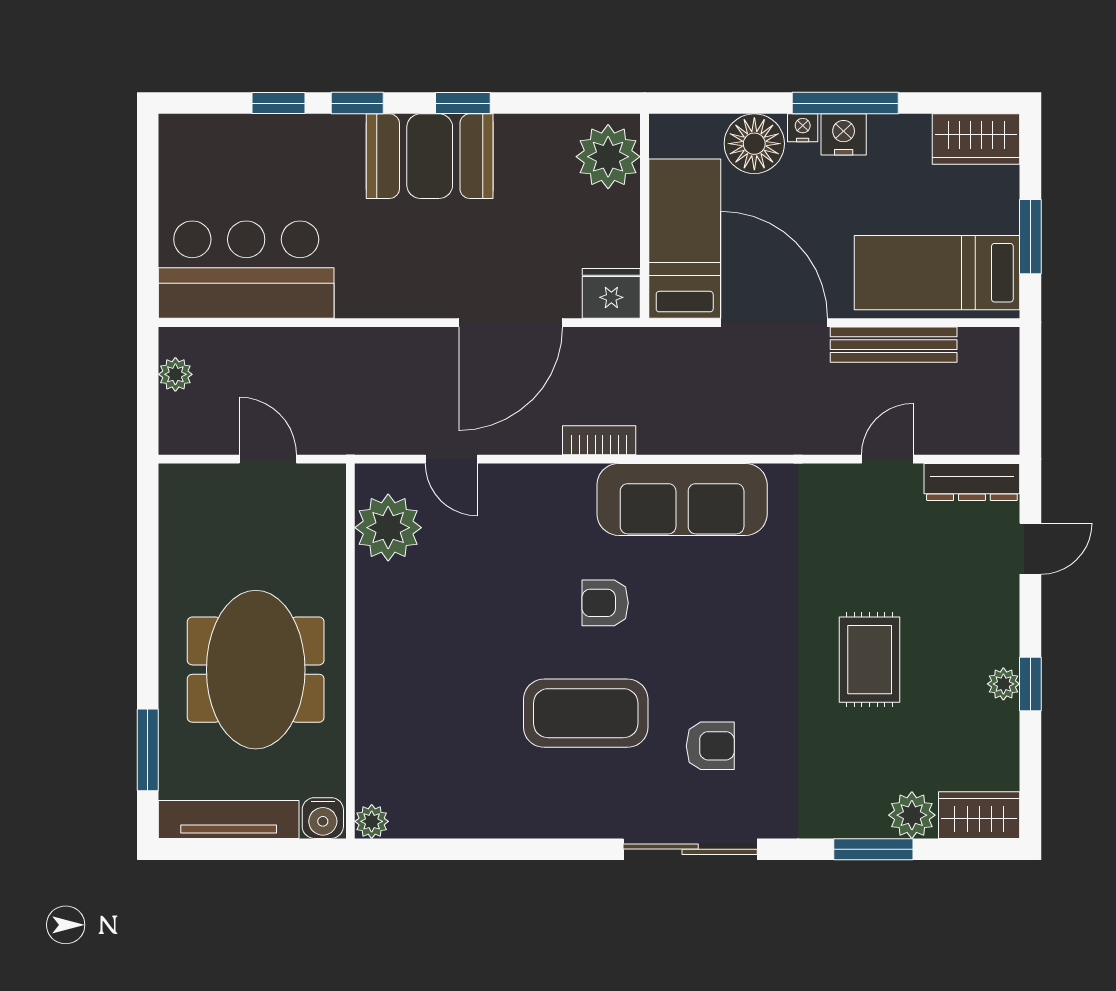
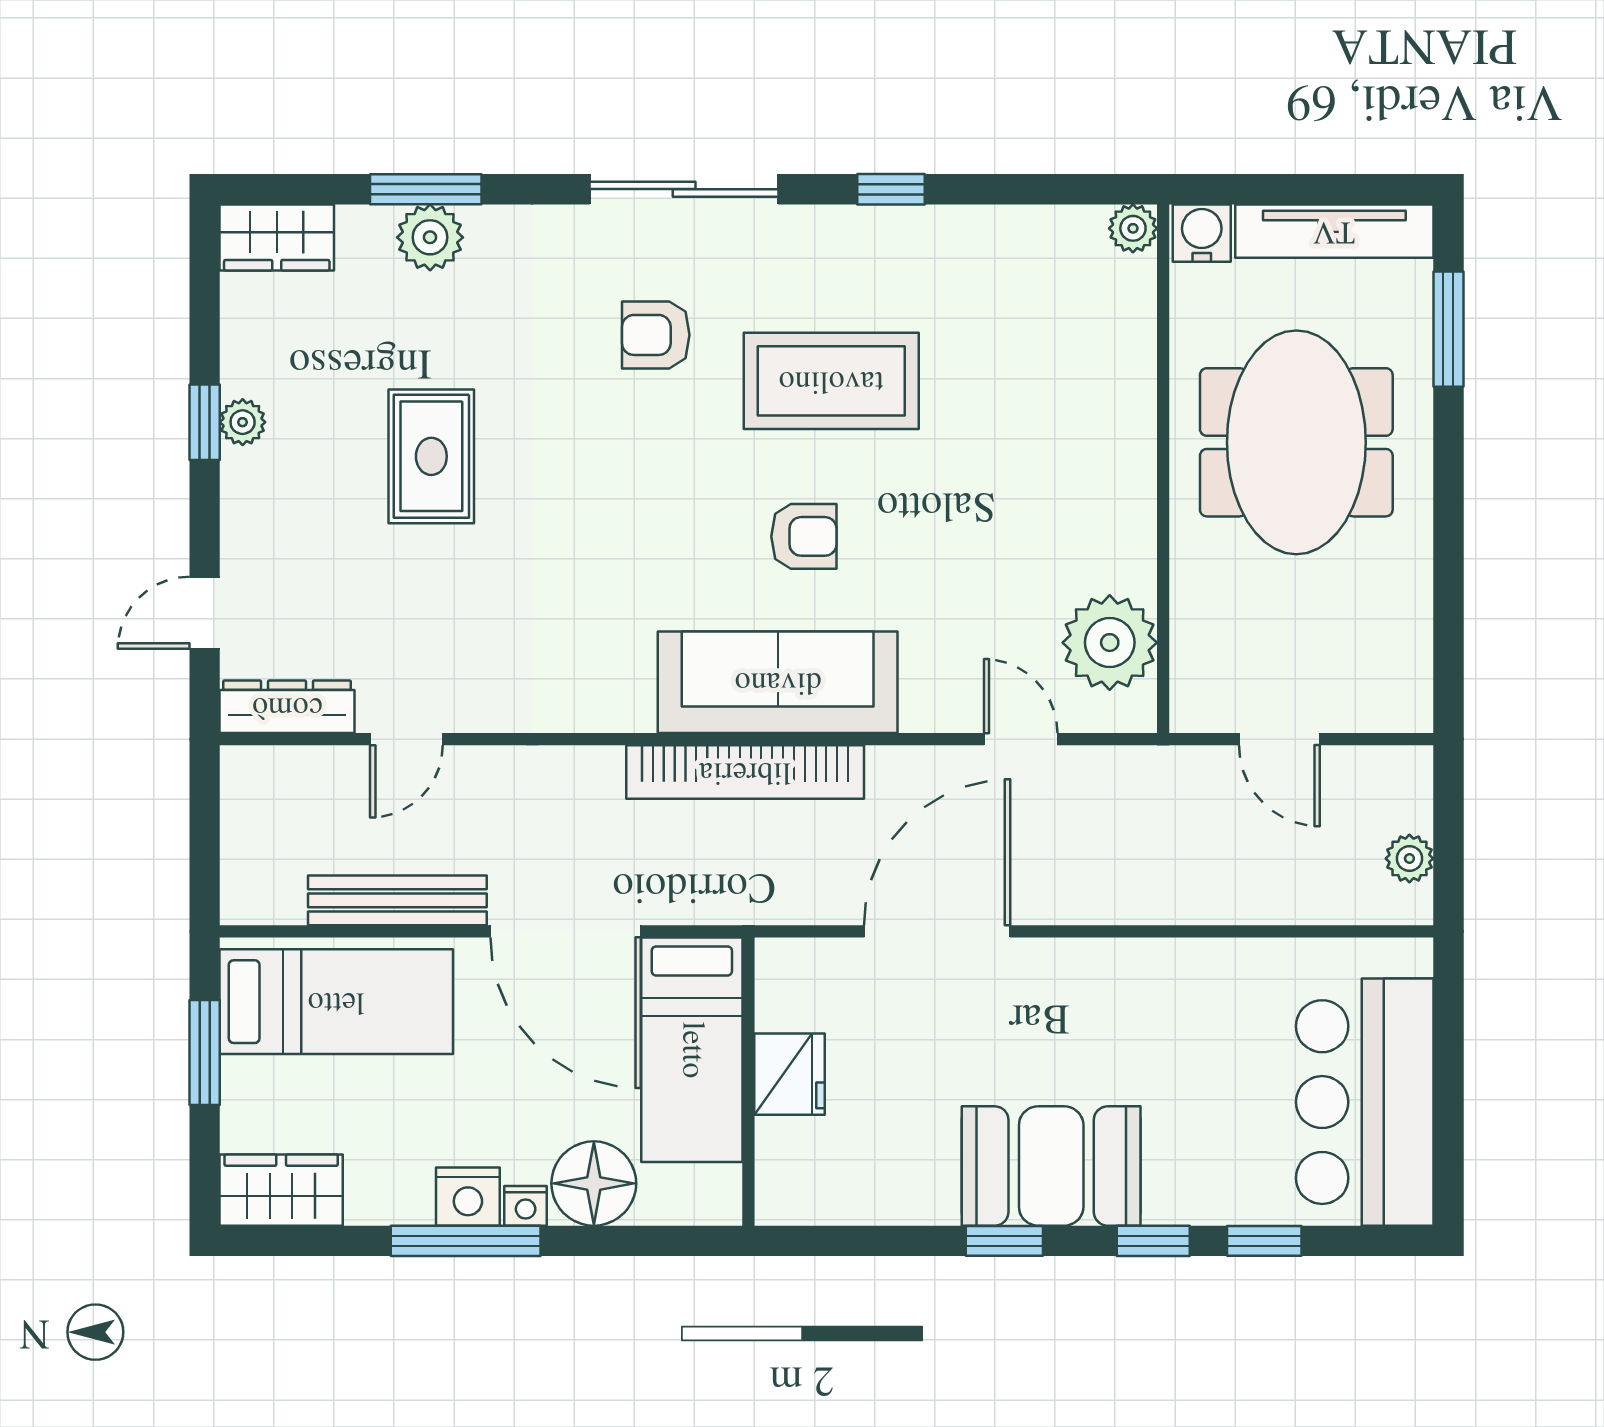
plant: (608, 157) -> (800, 1165), removed
bar counter: (246, 270) -> (1365, 1102), moved, turned 90
fridge: (611, 293) -> (790, 1074), moved, turned -90
bookcase: (599, 440) -> (745, 772), width x2.31, depth x1.31
sofa: (682, 499) -> (778, 682), moved
plant: (912, 815) -> (430, 237), moved
window: (543, 849) -> (891, 189), added

